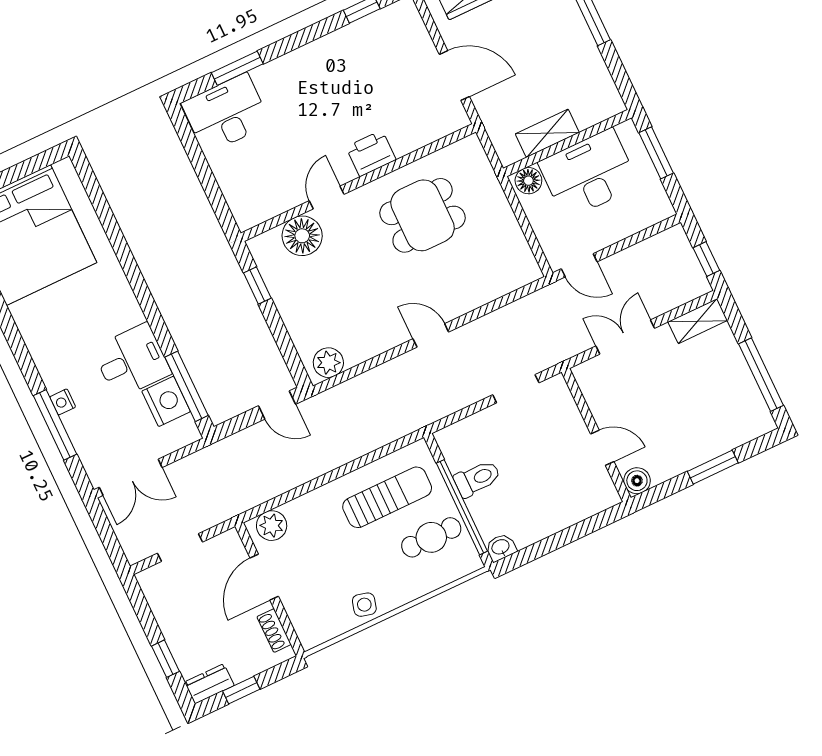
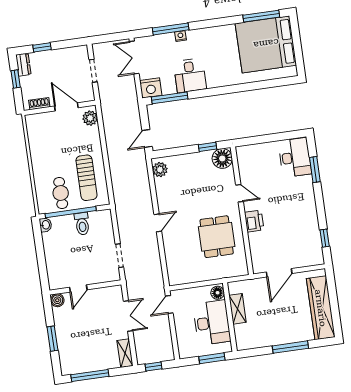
floor lamp: (302, 236) -> (222, 158), moved
nightstand: (166, 401) -> (151, 88), moved
side table: (364, 605) -> (38, 151), removed

